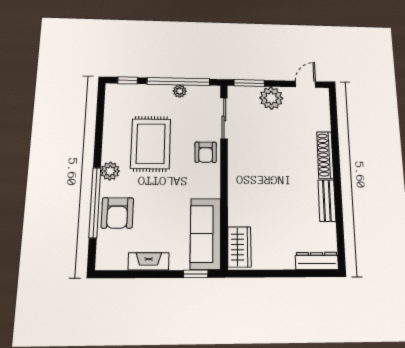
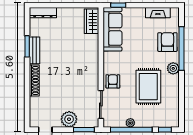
window: (339, 207) -> (27, 46), added
fireplace: (149, 261) -> (158, 13), moved

